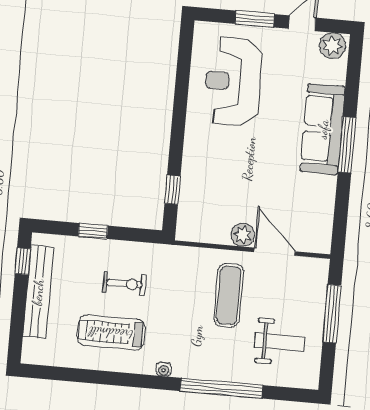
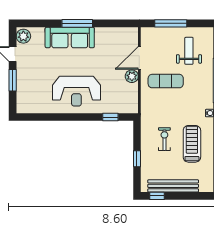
reception desk: (233, 82) -> (76, 91), moved
treadmill: (111, 333) -> (192, 144), turned 180

